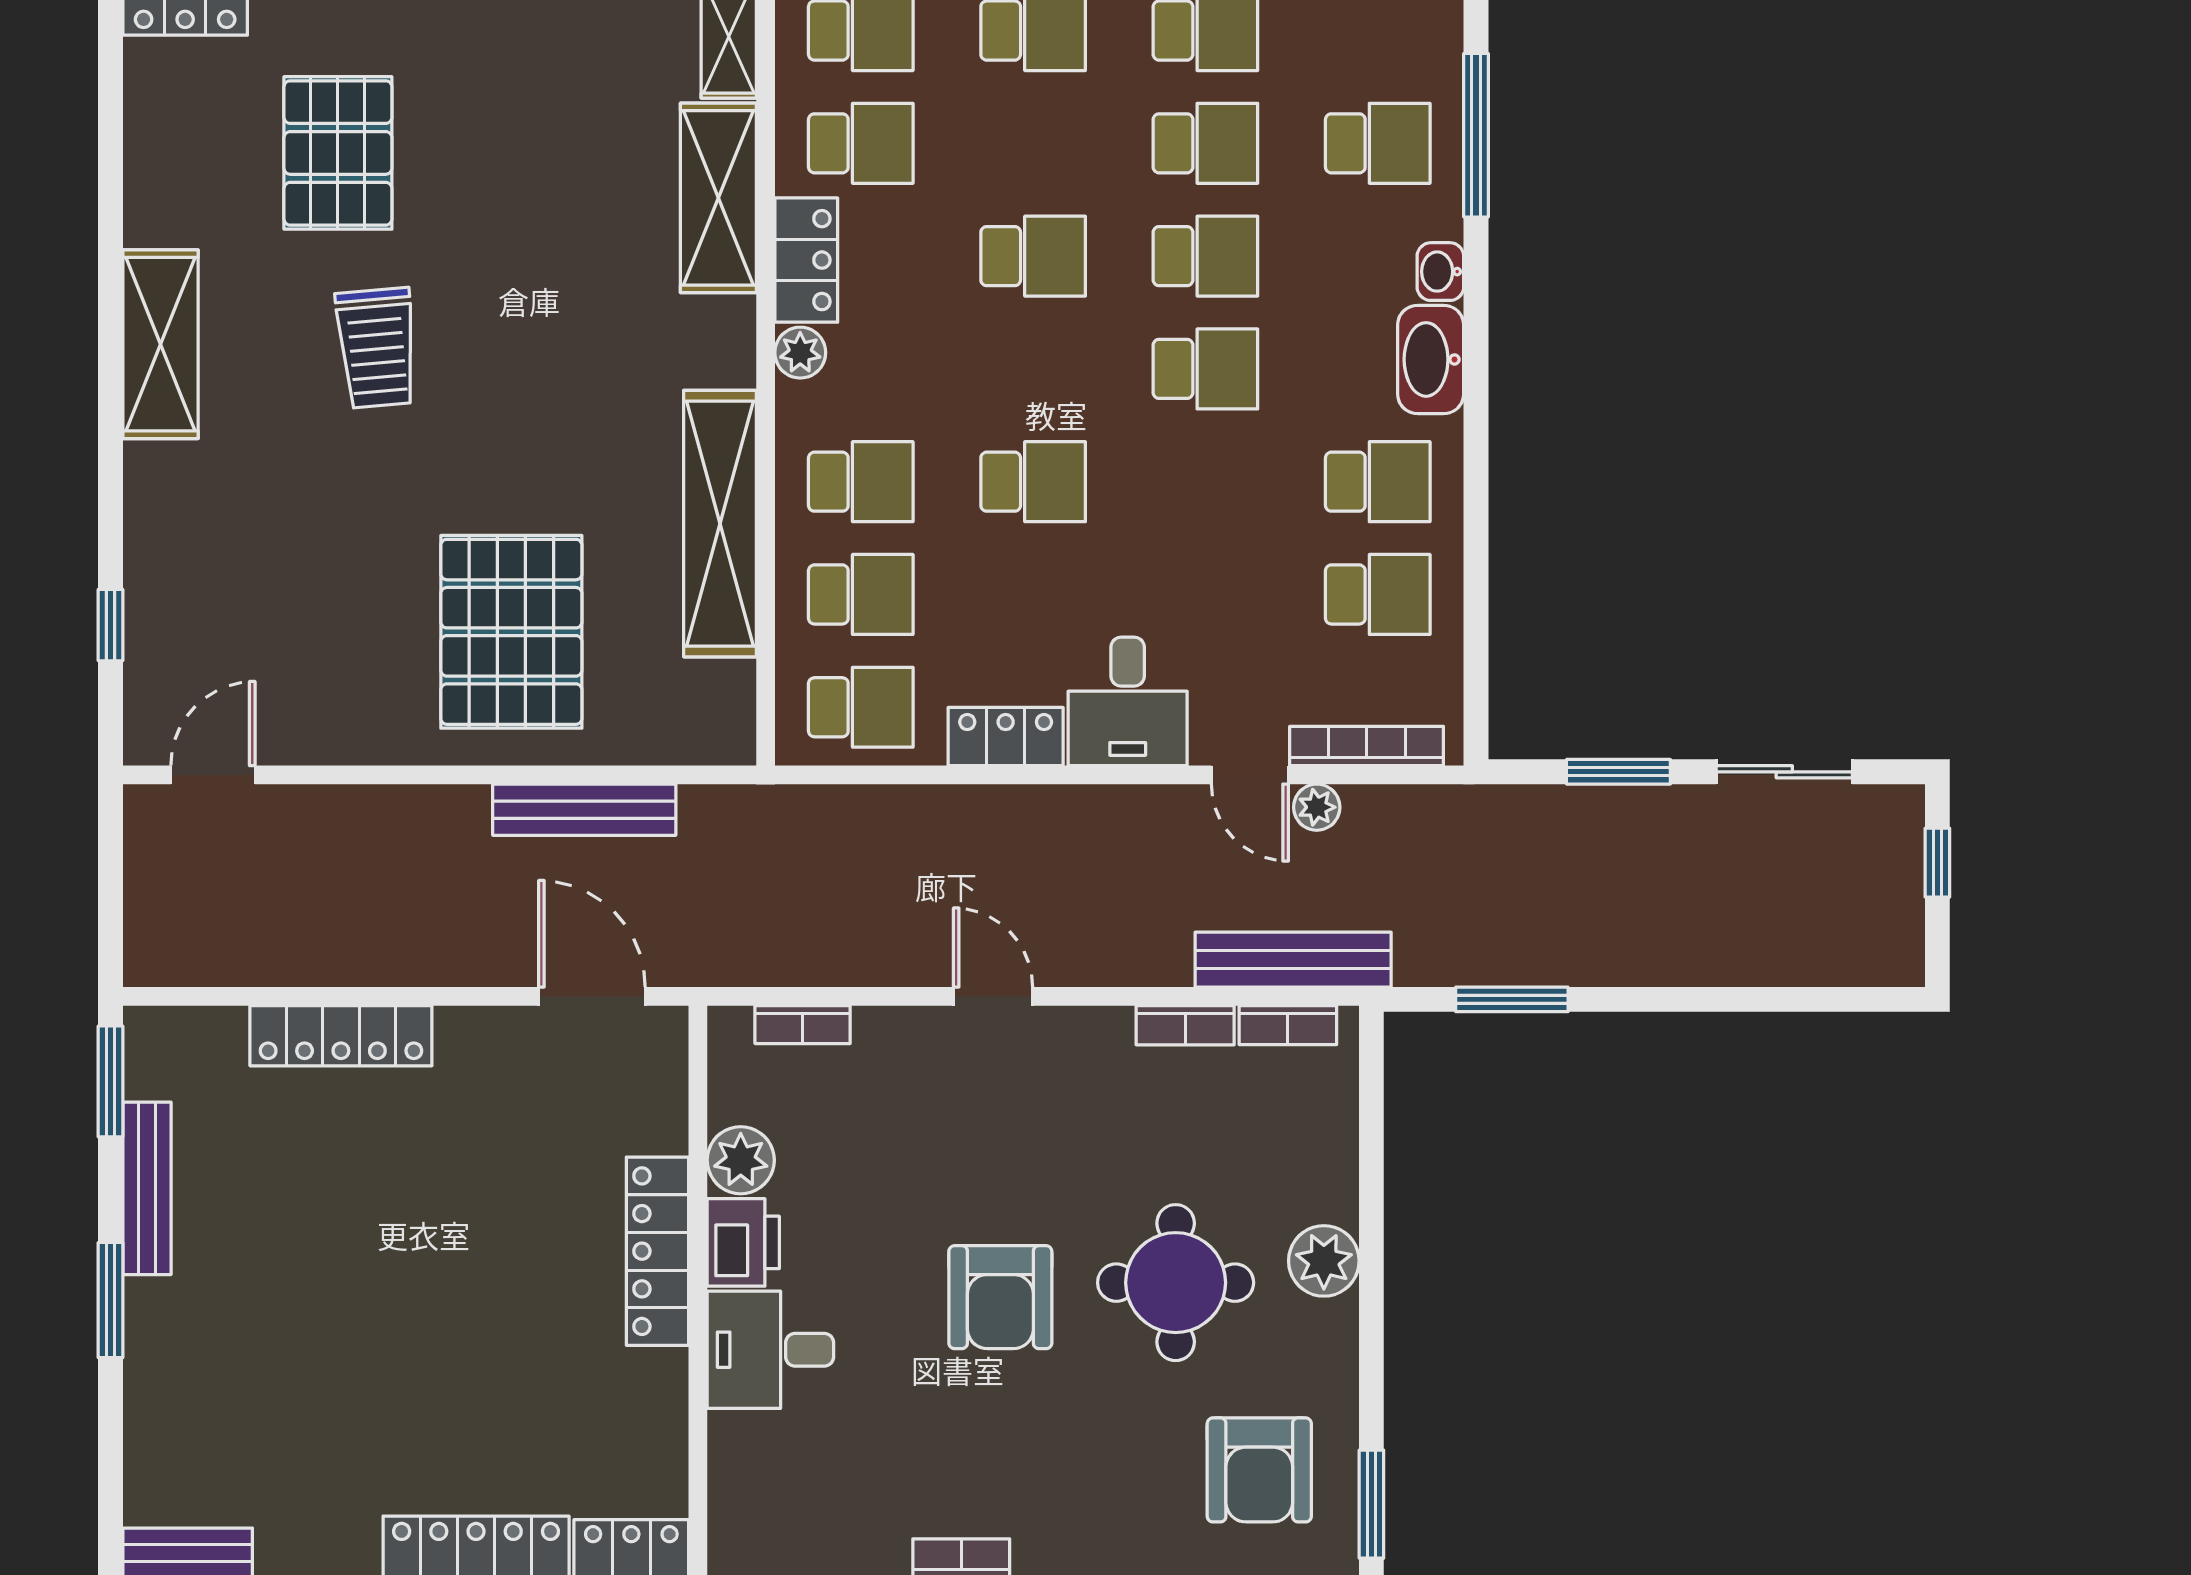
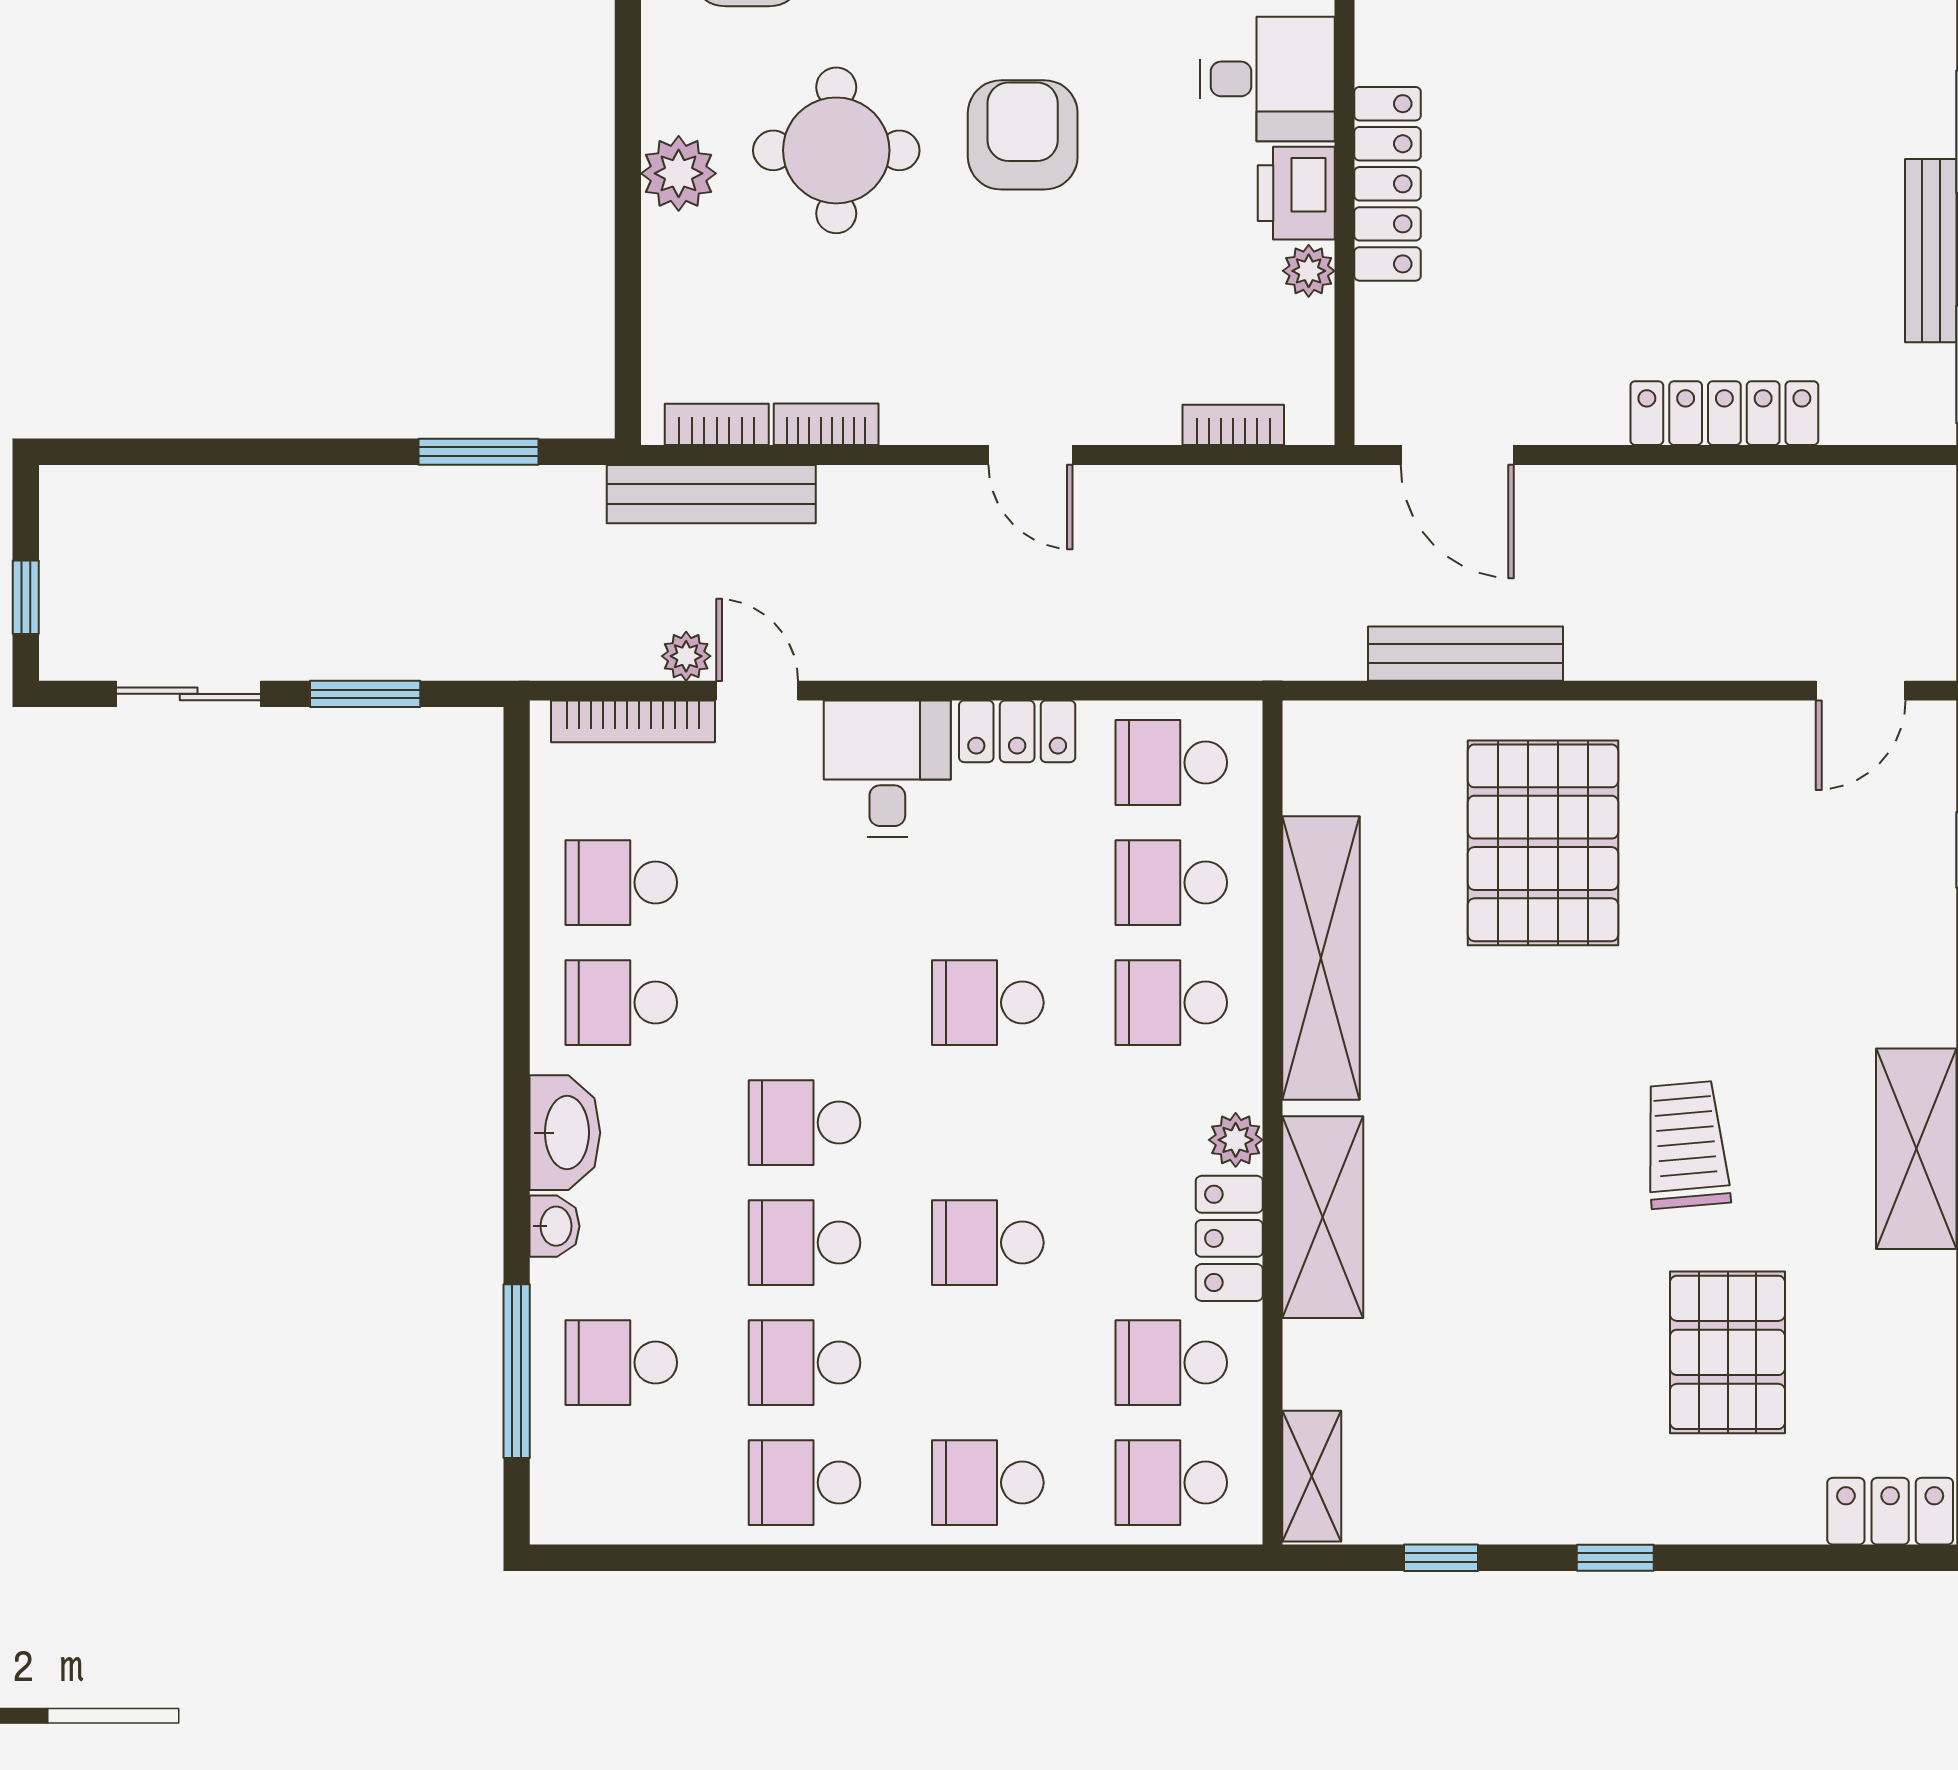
shelving: (718, 198) -> (1323, 1217), moved
plant: (741, 1160) -> (1309, 271), width x0.73, depth x0.73

